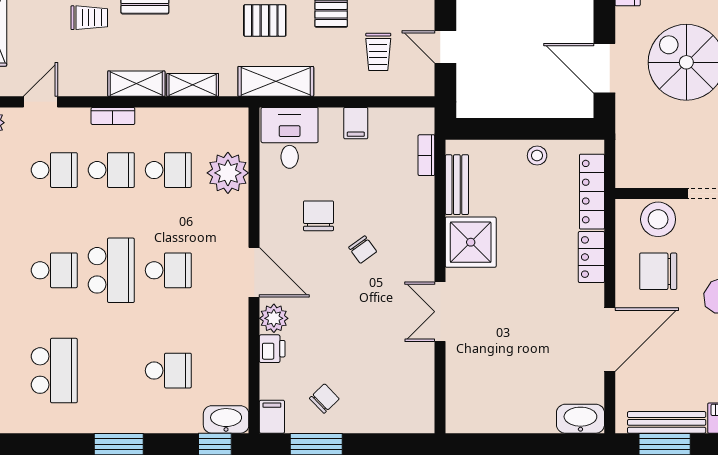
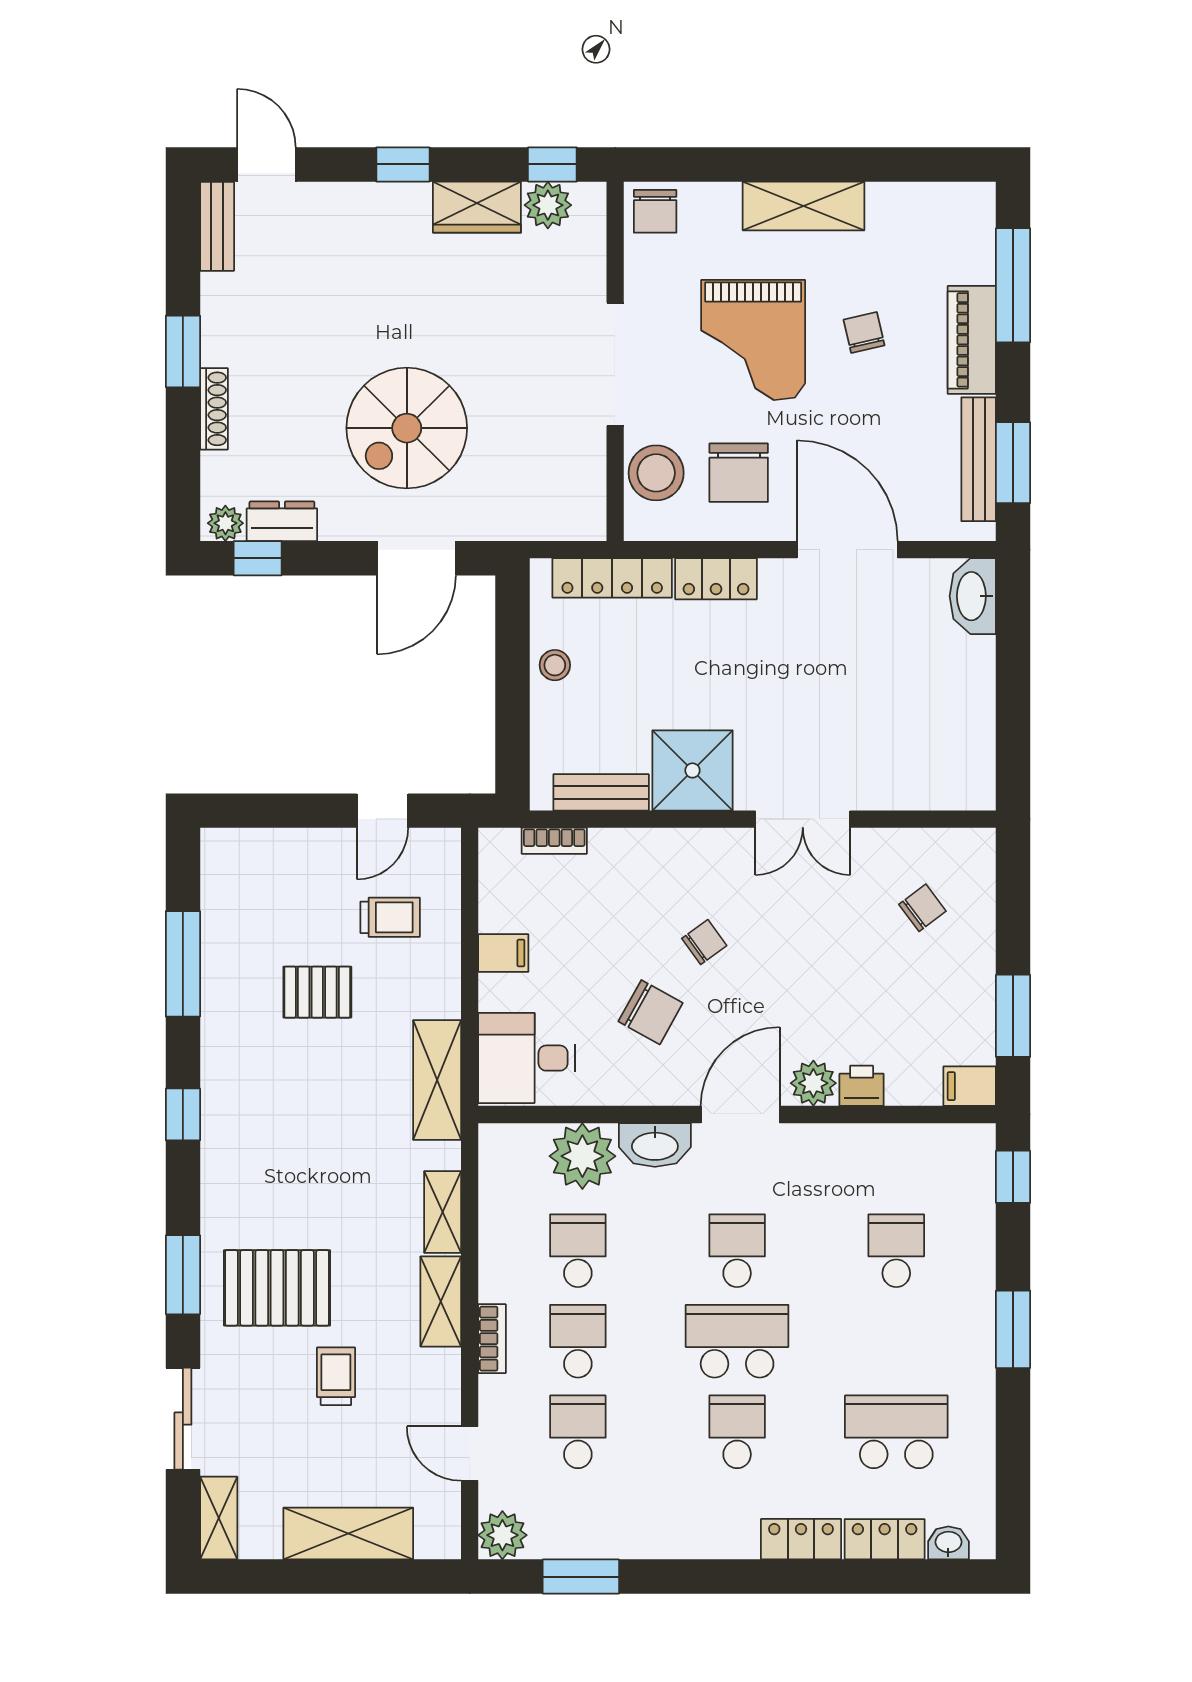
pallet: (265, 20) -> (340, 1097), removed
chair: (318, 216) -> (651, 1012), turned -151
chair: (324, 399) -> (922, 908), moved, turned 97
washbasin: (226, 419) -> (655, 1145), moved, turned -90

